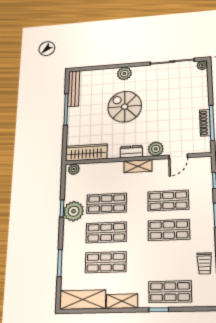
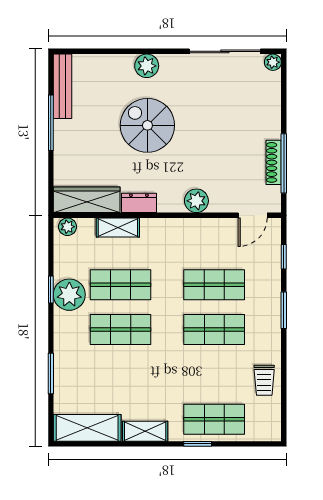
dresser: (131, 152) -> (139, 203), moved
door: (178, 156) -> (253, 215), moved
shelving: (138, 166) -> (118, 228), moved
shop shelf: (106, 262) -> (120, 374), removed

